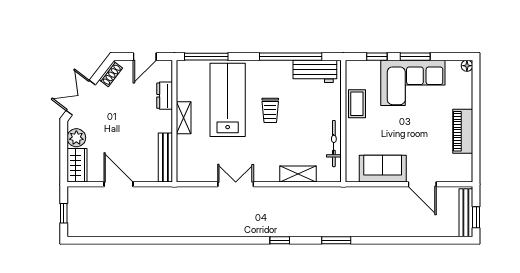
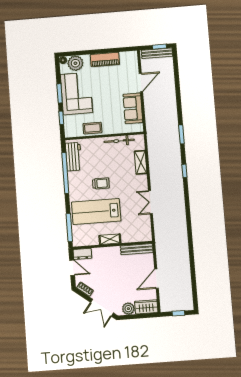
plant: (461, 85) -> (75, 63), added
dresser: (165, 96) -> (82, 254), moved

